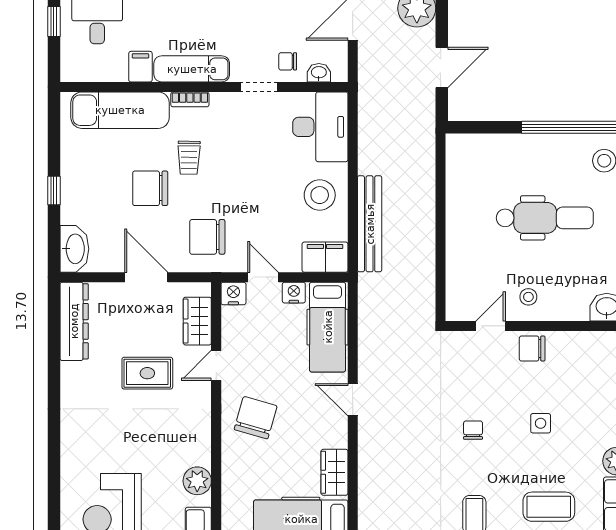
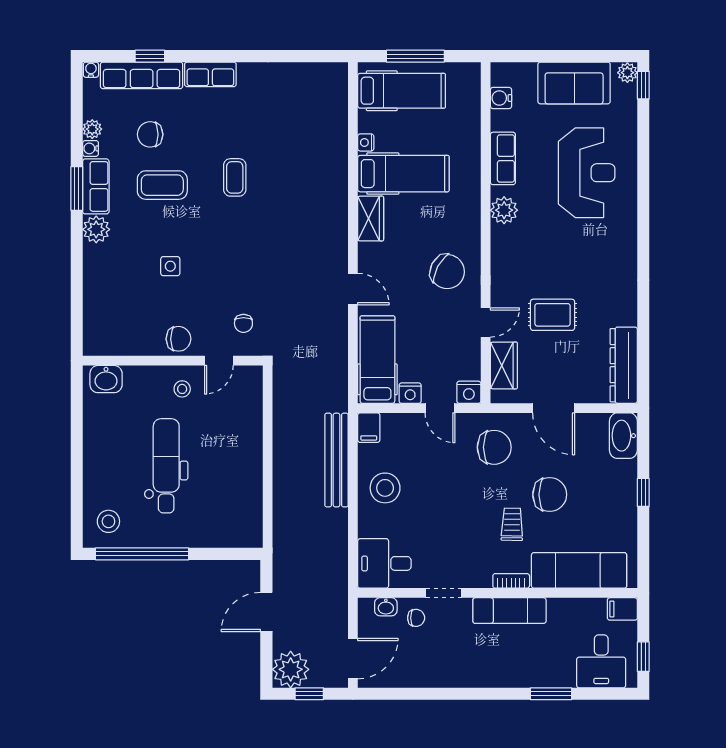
filing cabinet: (140, 67) -> (622, 609), moved, turned 90
desk: (320, 127) -> (384, 563), width x0.73
dental chair: (545, 218) -> (166, 466), turned 90
filing cabinet: (325, 257) -> (369, 428), width x0.50
chair: (256, 418) -> (447, 272), turned -78
chair: (473, 430) -> (243, 323), moved

